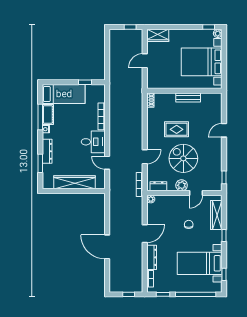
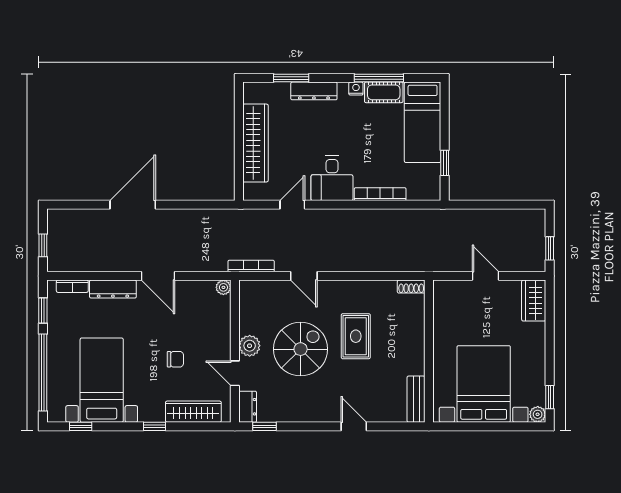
bench: (188, 97) -> (416, 399), moved
dresser: (158, 186) -> (248, 407), moved

